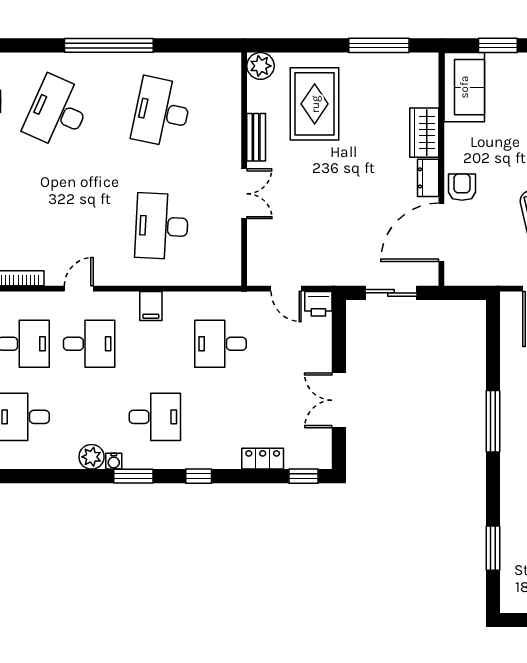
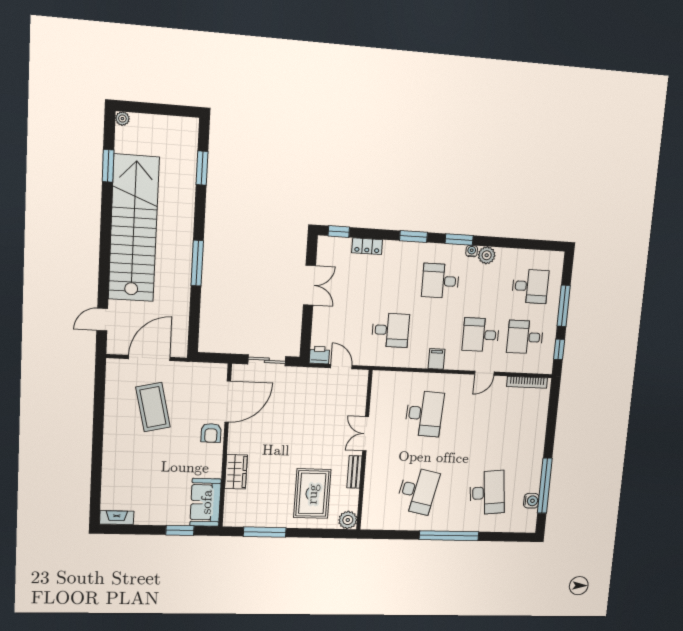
desk: (57, 112) -> (487, 493), turned -30
dresser: (428, 178) -> (235, 440), removed
window: (199, 476) -> (413, 237), width x1.50

